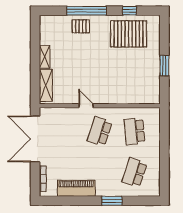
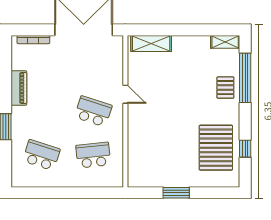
window: (87, 11) -> (245, 78), moved
shelving: (45, 57) -> (225, 42), moved
door: (86, 106) -> (125, 94), hinge flipped
piano: (76, 188) -> (19, 88), width x0.73, depth x0.75

